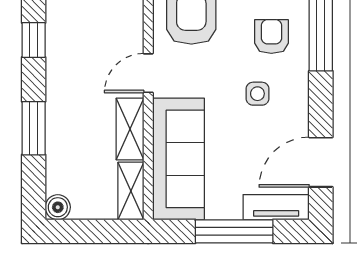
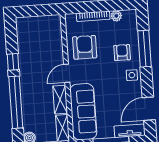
side table: (257, 94) -> (132, 75), moved
window: (34, 128) -> (16, 102), width x2.11

